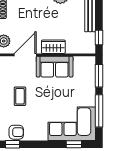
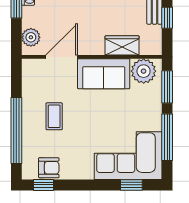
window: (99, 37) -> (167, 18), moved
wardrobe: (53, 47) -> (122, 45), moved
plant: (82, 65) -> (144, 71), added

